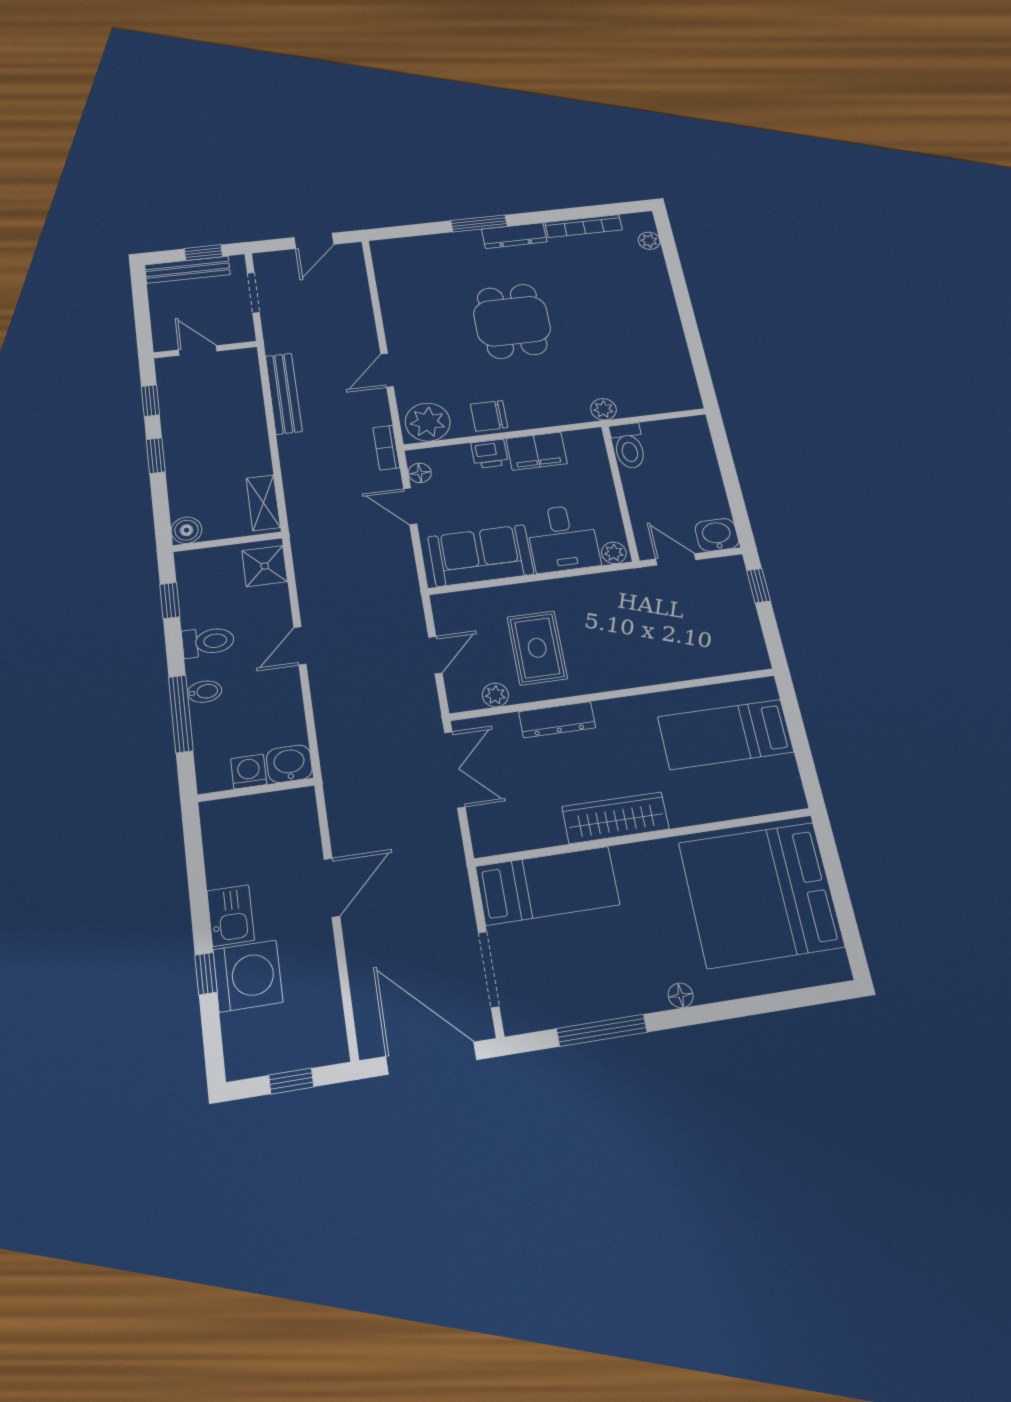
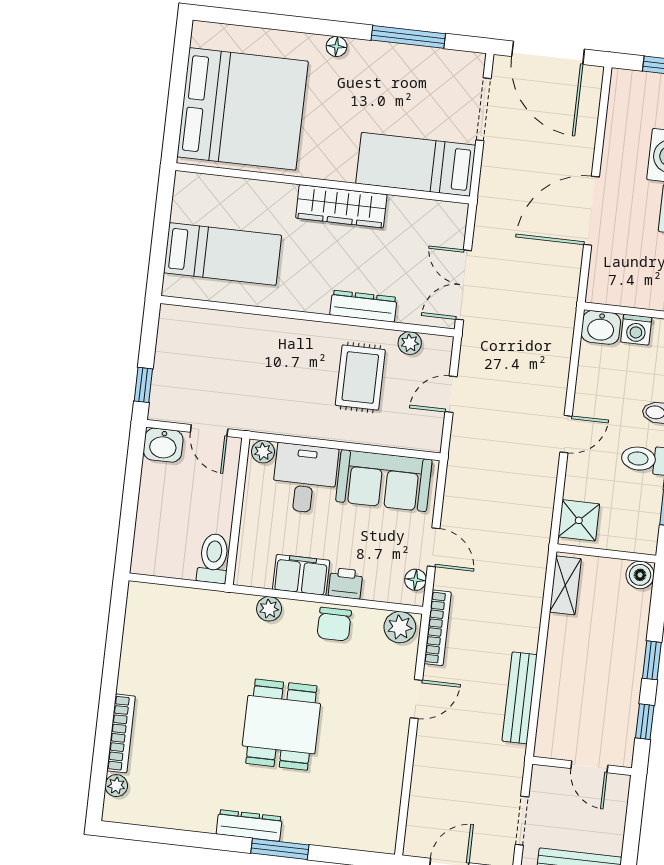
bookcase: (584, 226) -> (121, 733), moved, turned 90
plant: (603, 409) -> (269, 609), moved
chair: (489, 416) -> (334, 624), turned 90
plant: (428, 422) -> (400, 627), width x0.73, depth x0.73
bookcase: (386, 448) -> (438, 628), width x1.56
door: (332, 888) -> (591, 211), width x1.36

